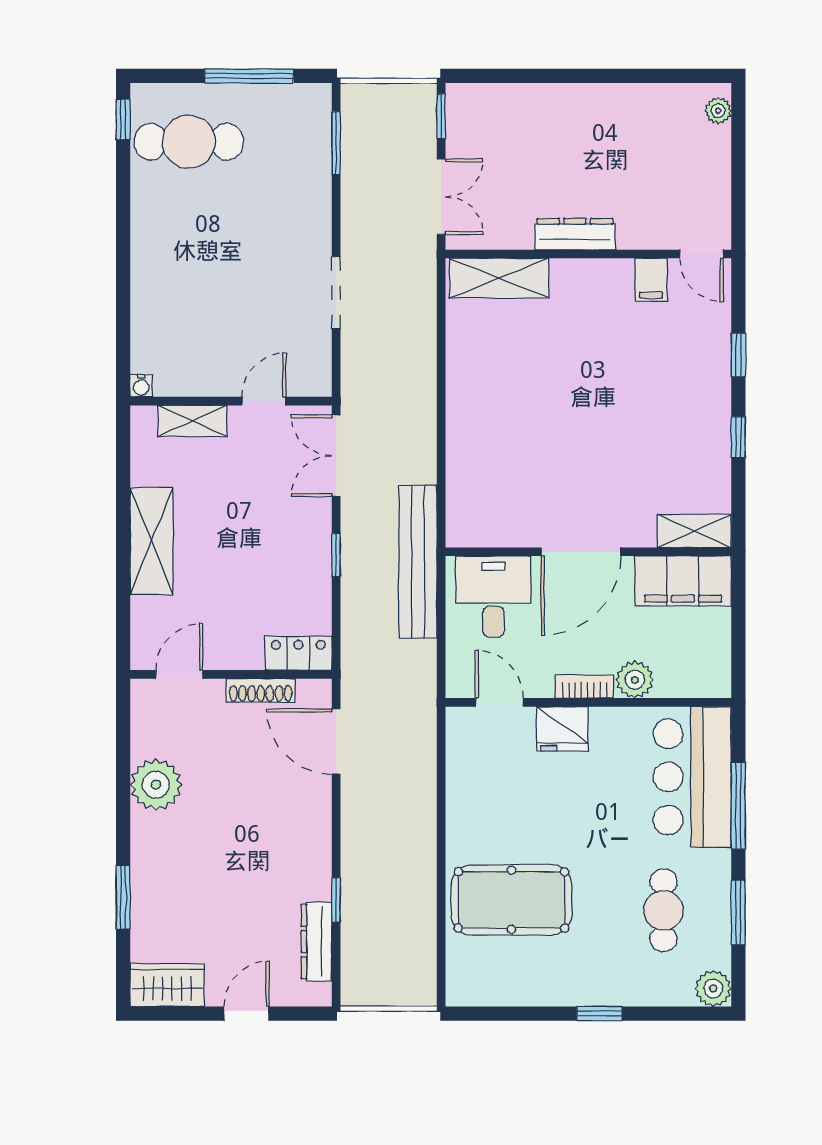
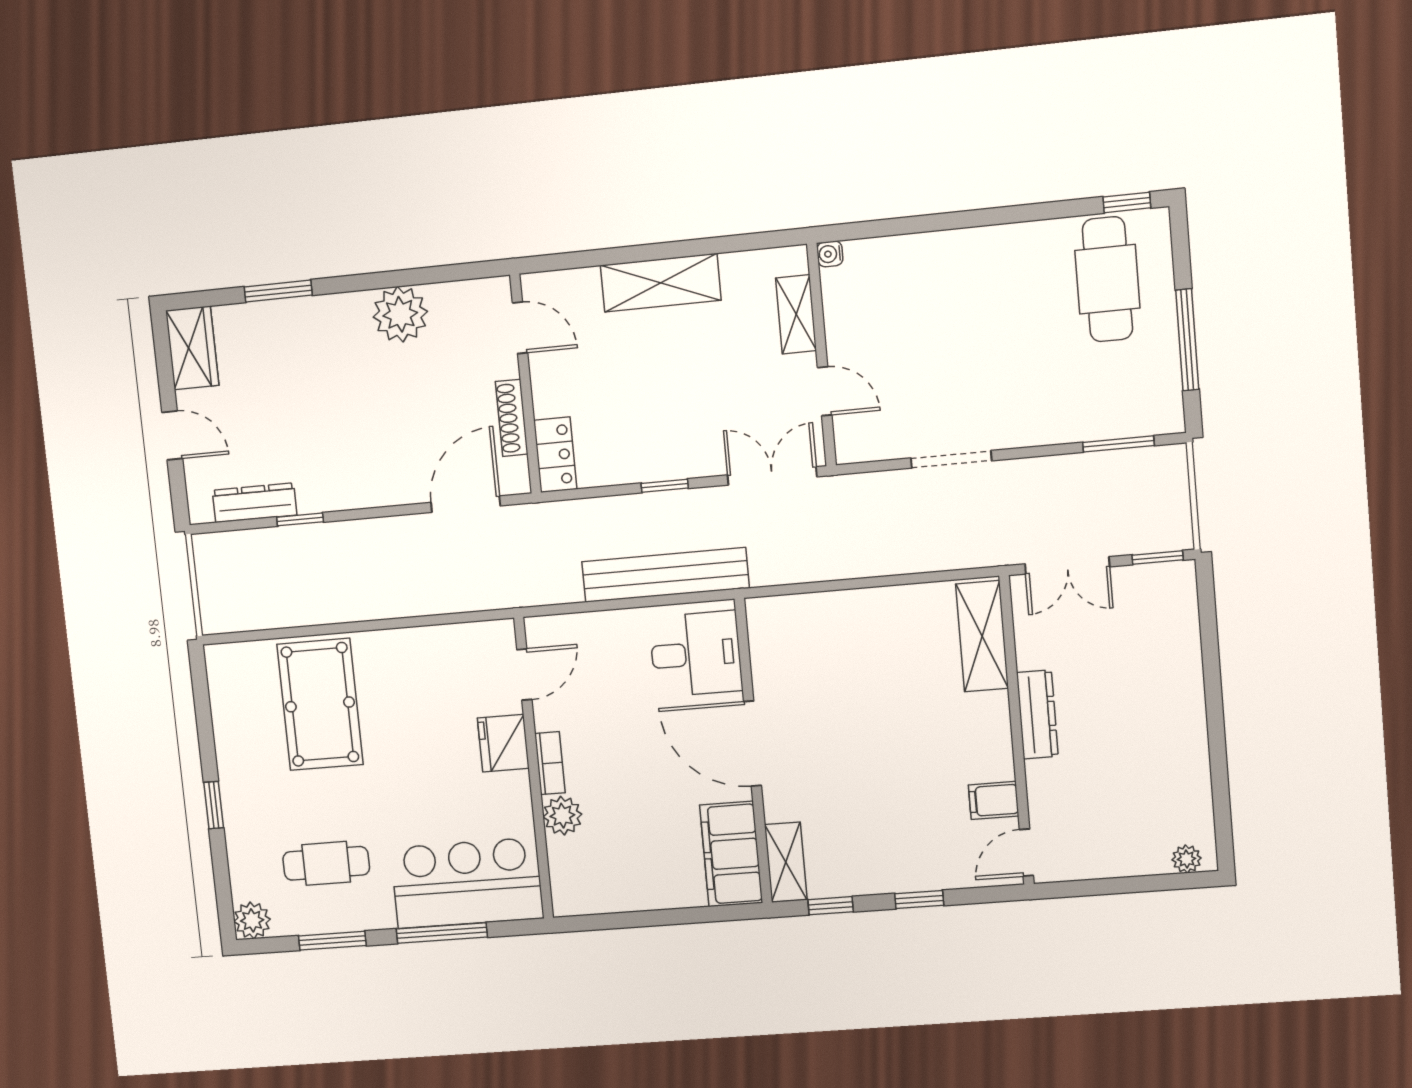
shelving: (694, 531) -> (786, 862), moved
door: (581, 552) -> (753, 744), moved
wall: (588, 552) -> (753, 751), moved
filing cabinet: (683, 581) -> (731, 854), moved
desk: (493, 597) -> (696, 654), moved

